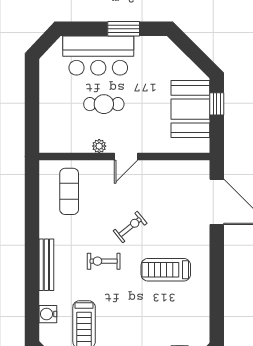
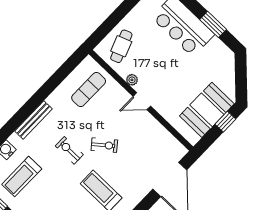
cafe table: (104, 104) -> (121, 46), moved, turned 69

